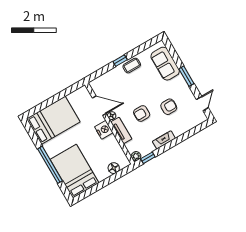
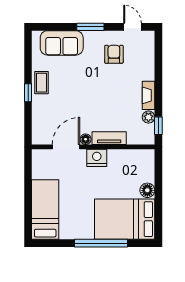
armchair: (169, 107) -> (114, 54), moved
armchair: (142, 113) -> (103, 103), removed
bed: (53, 120) -> (45, 210), width x0.67
plant: (136, 156) -> (148, 117), moved
floor lamp: (114, 168) -> (147, 190), moved

